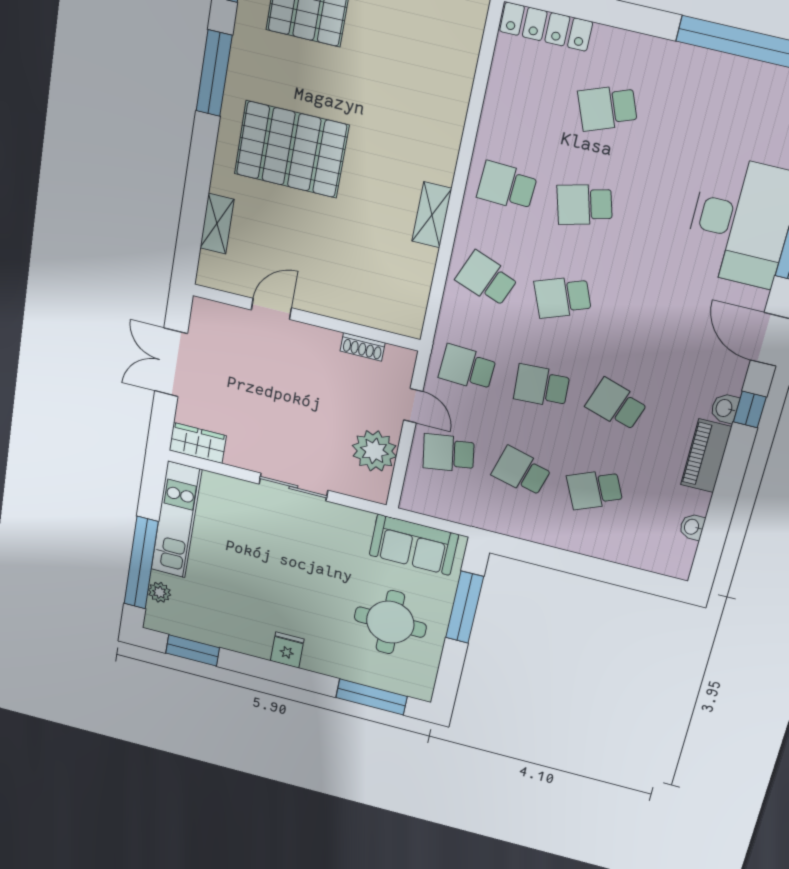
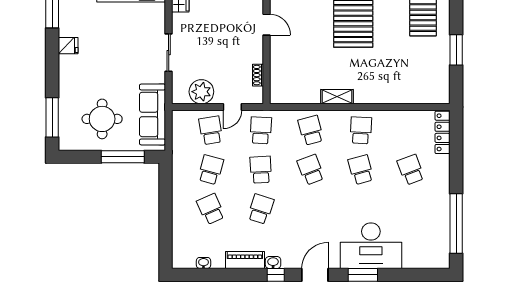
school desk: (487, 279) -> (311, 130), turned -36
sofa: (414, 545) -> (153, 114), width x1.36
fridge: (287, 650) -> (68, 46), moved

